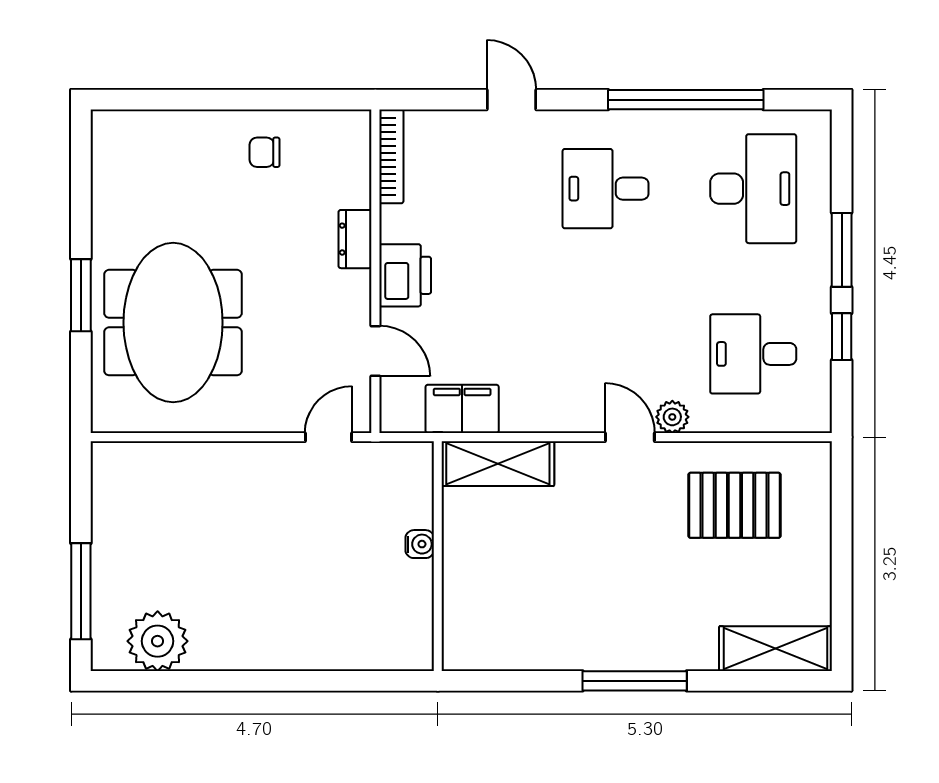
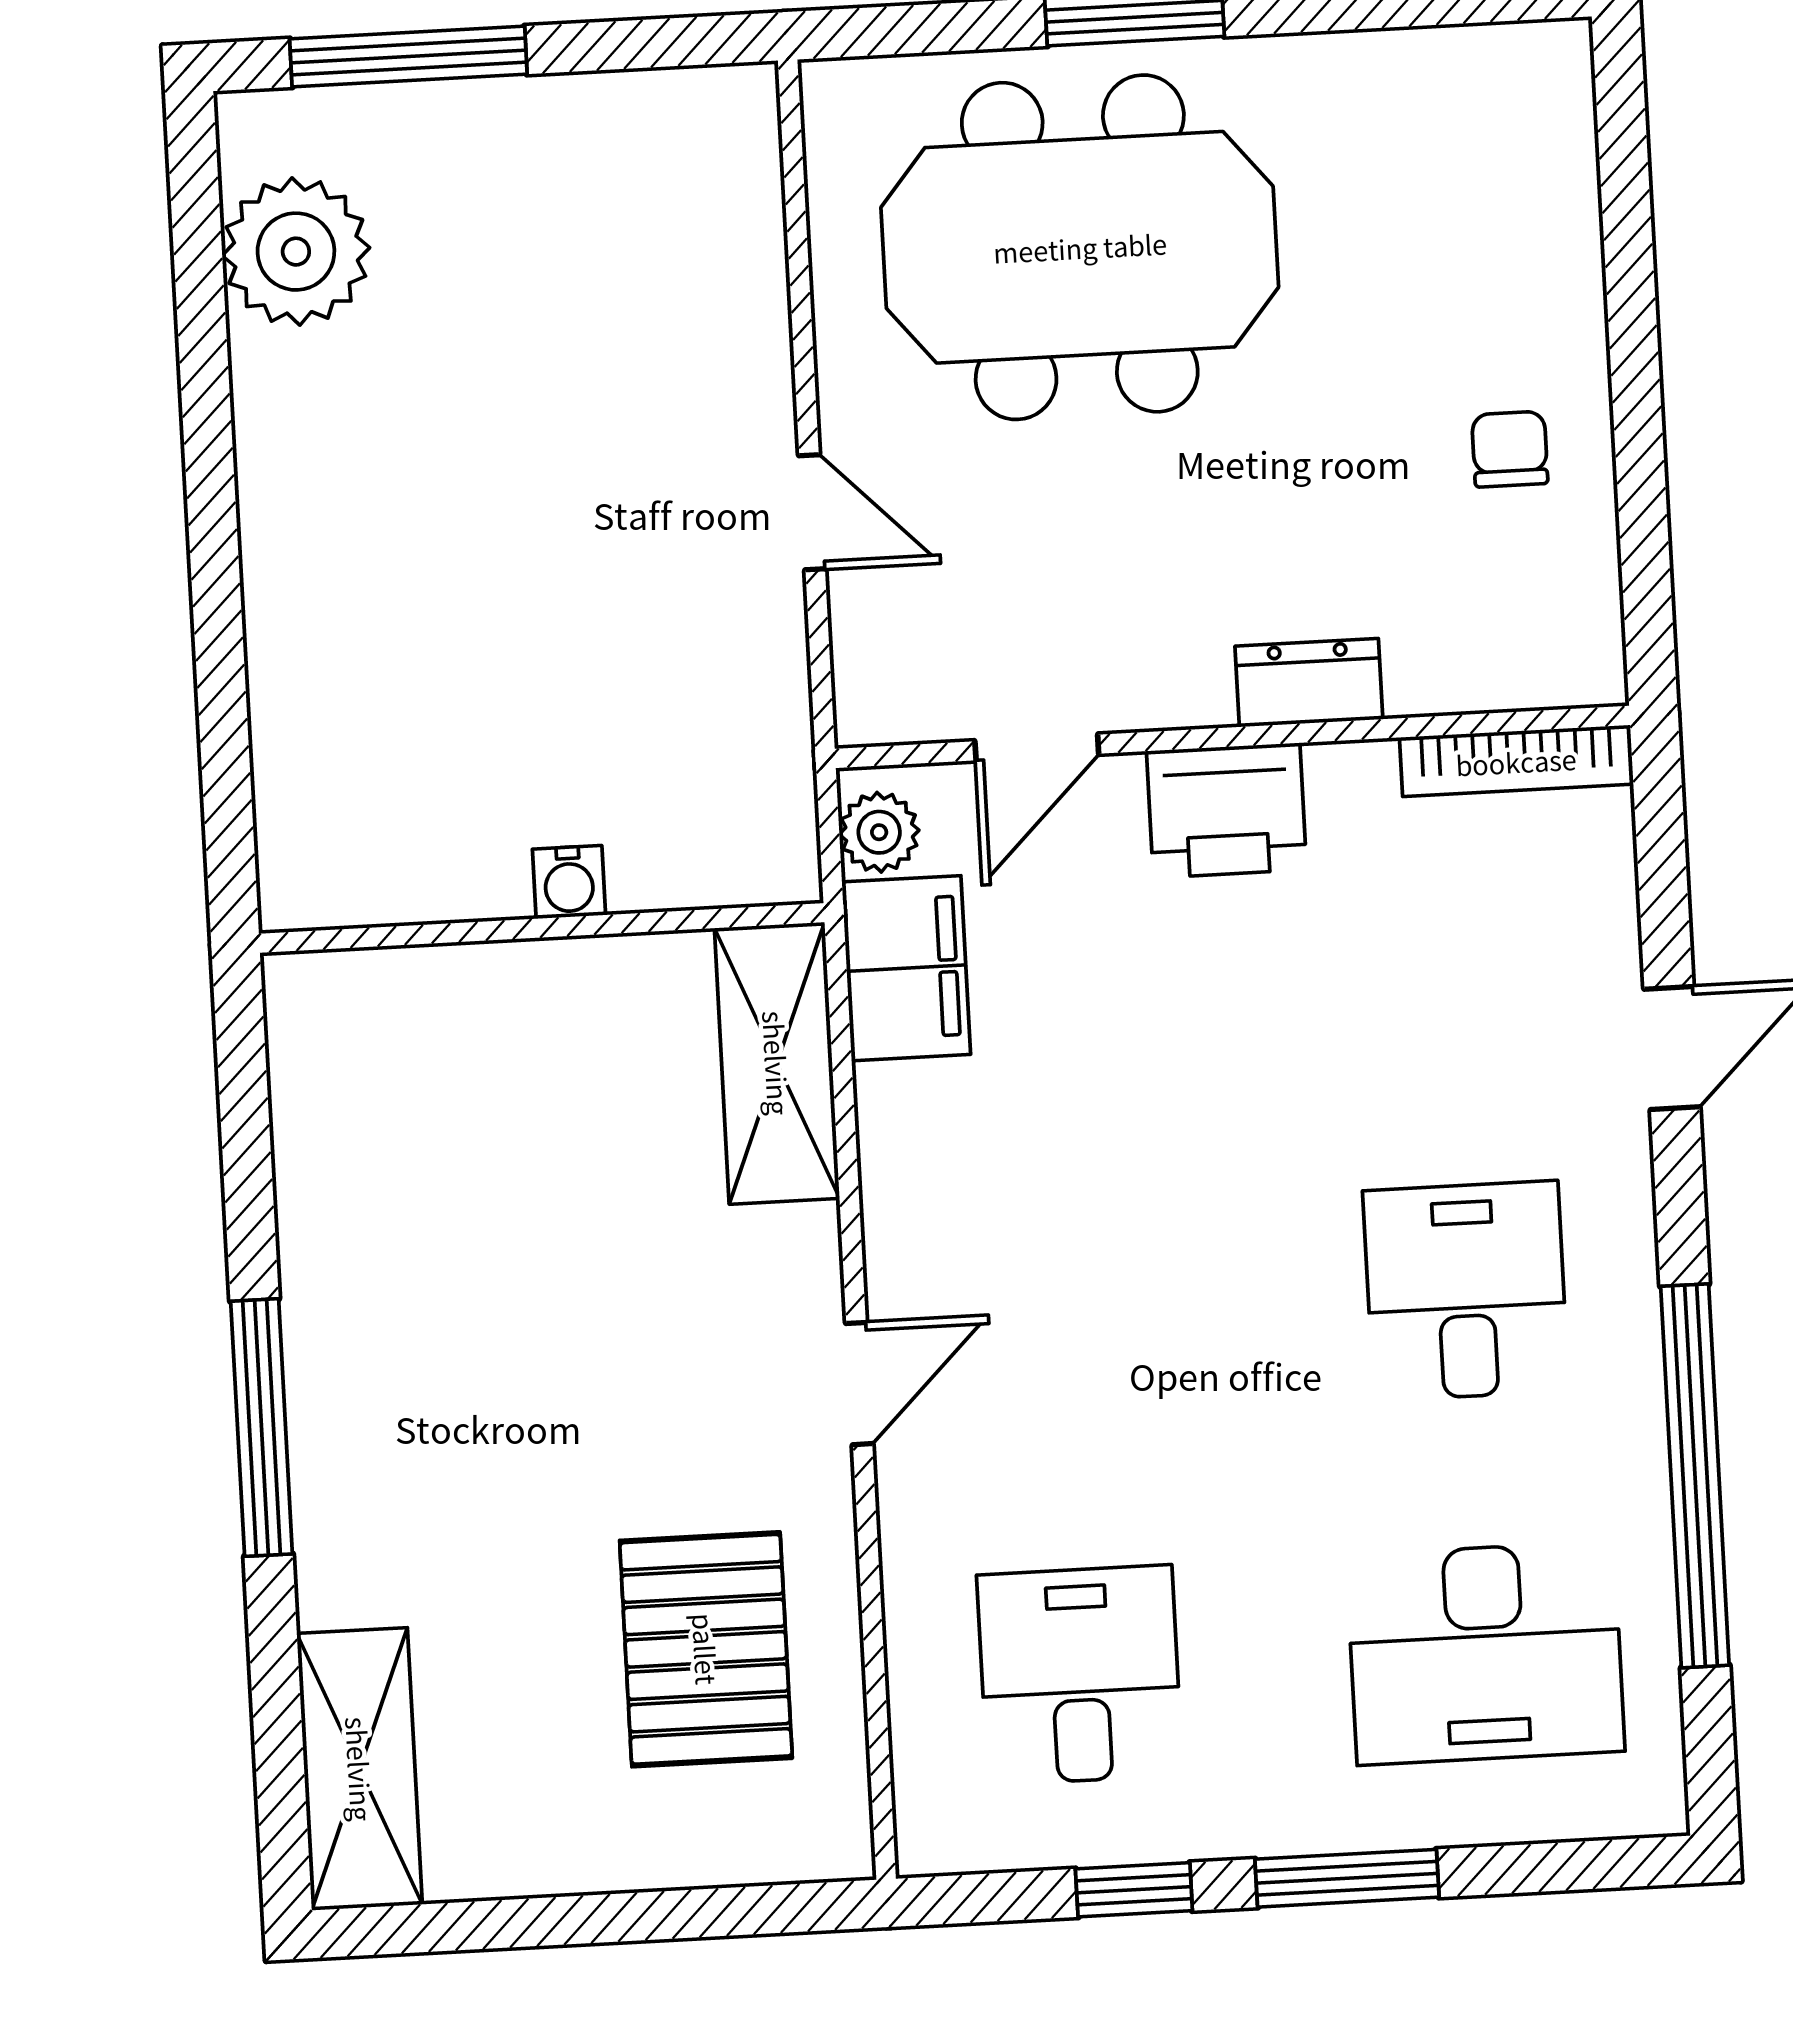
plant: (672, 417) -> (879, 832), moved
door: (329, 437) -> (812, 512), moved

